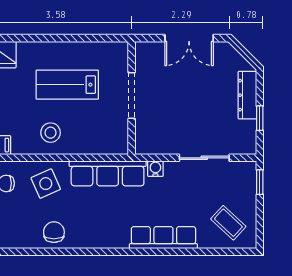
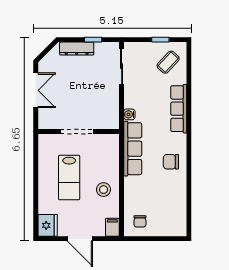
sliding door: (204, 158) -> (122, 66), moved
window: (260, 182) -> (160, 40), moved
side table: (46, 184) -> (140, 193), removed
chair: (54, 232) -> (171, 162), moved

